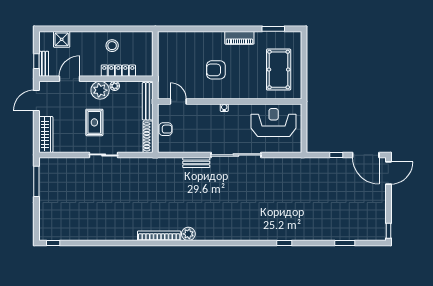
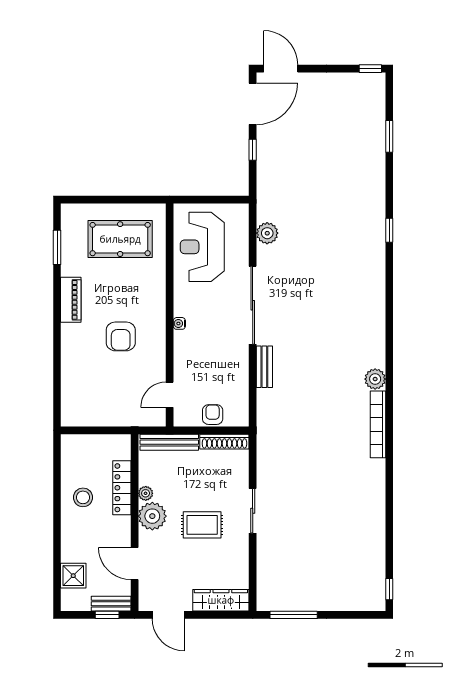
plant: (282, 164) -> (267, 233), added

